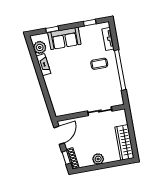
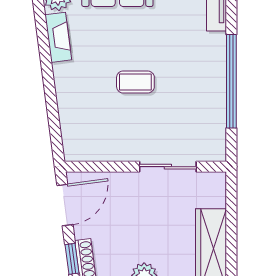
coffee table: (99, 64) -> (135, 82), moved

